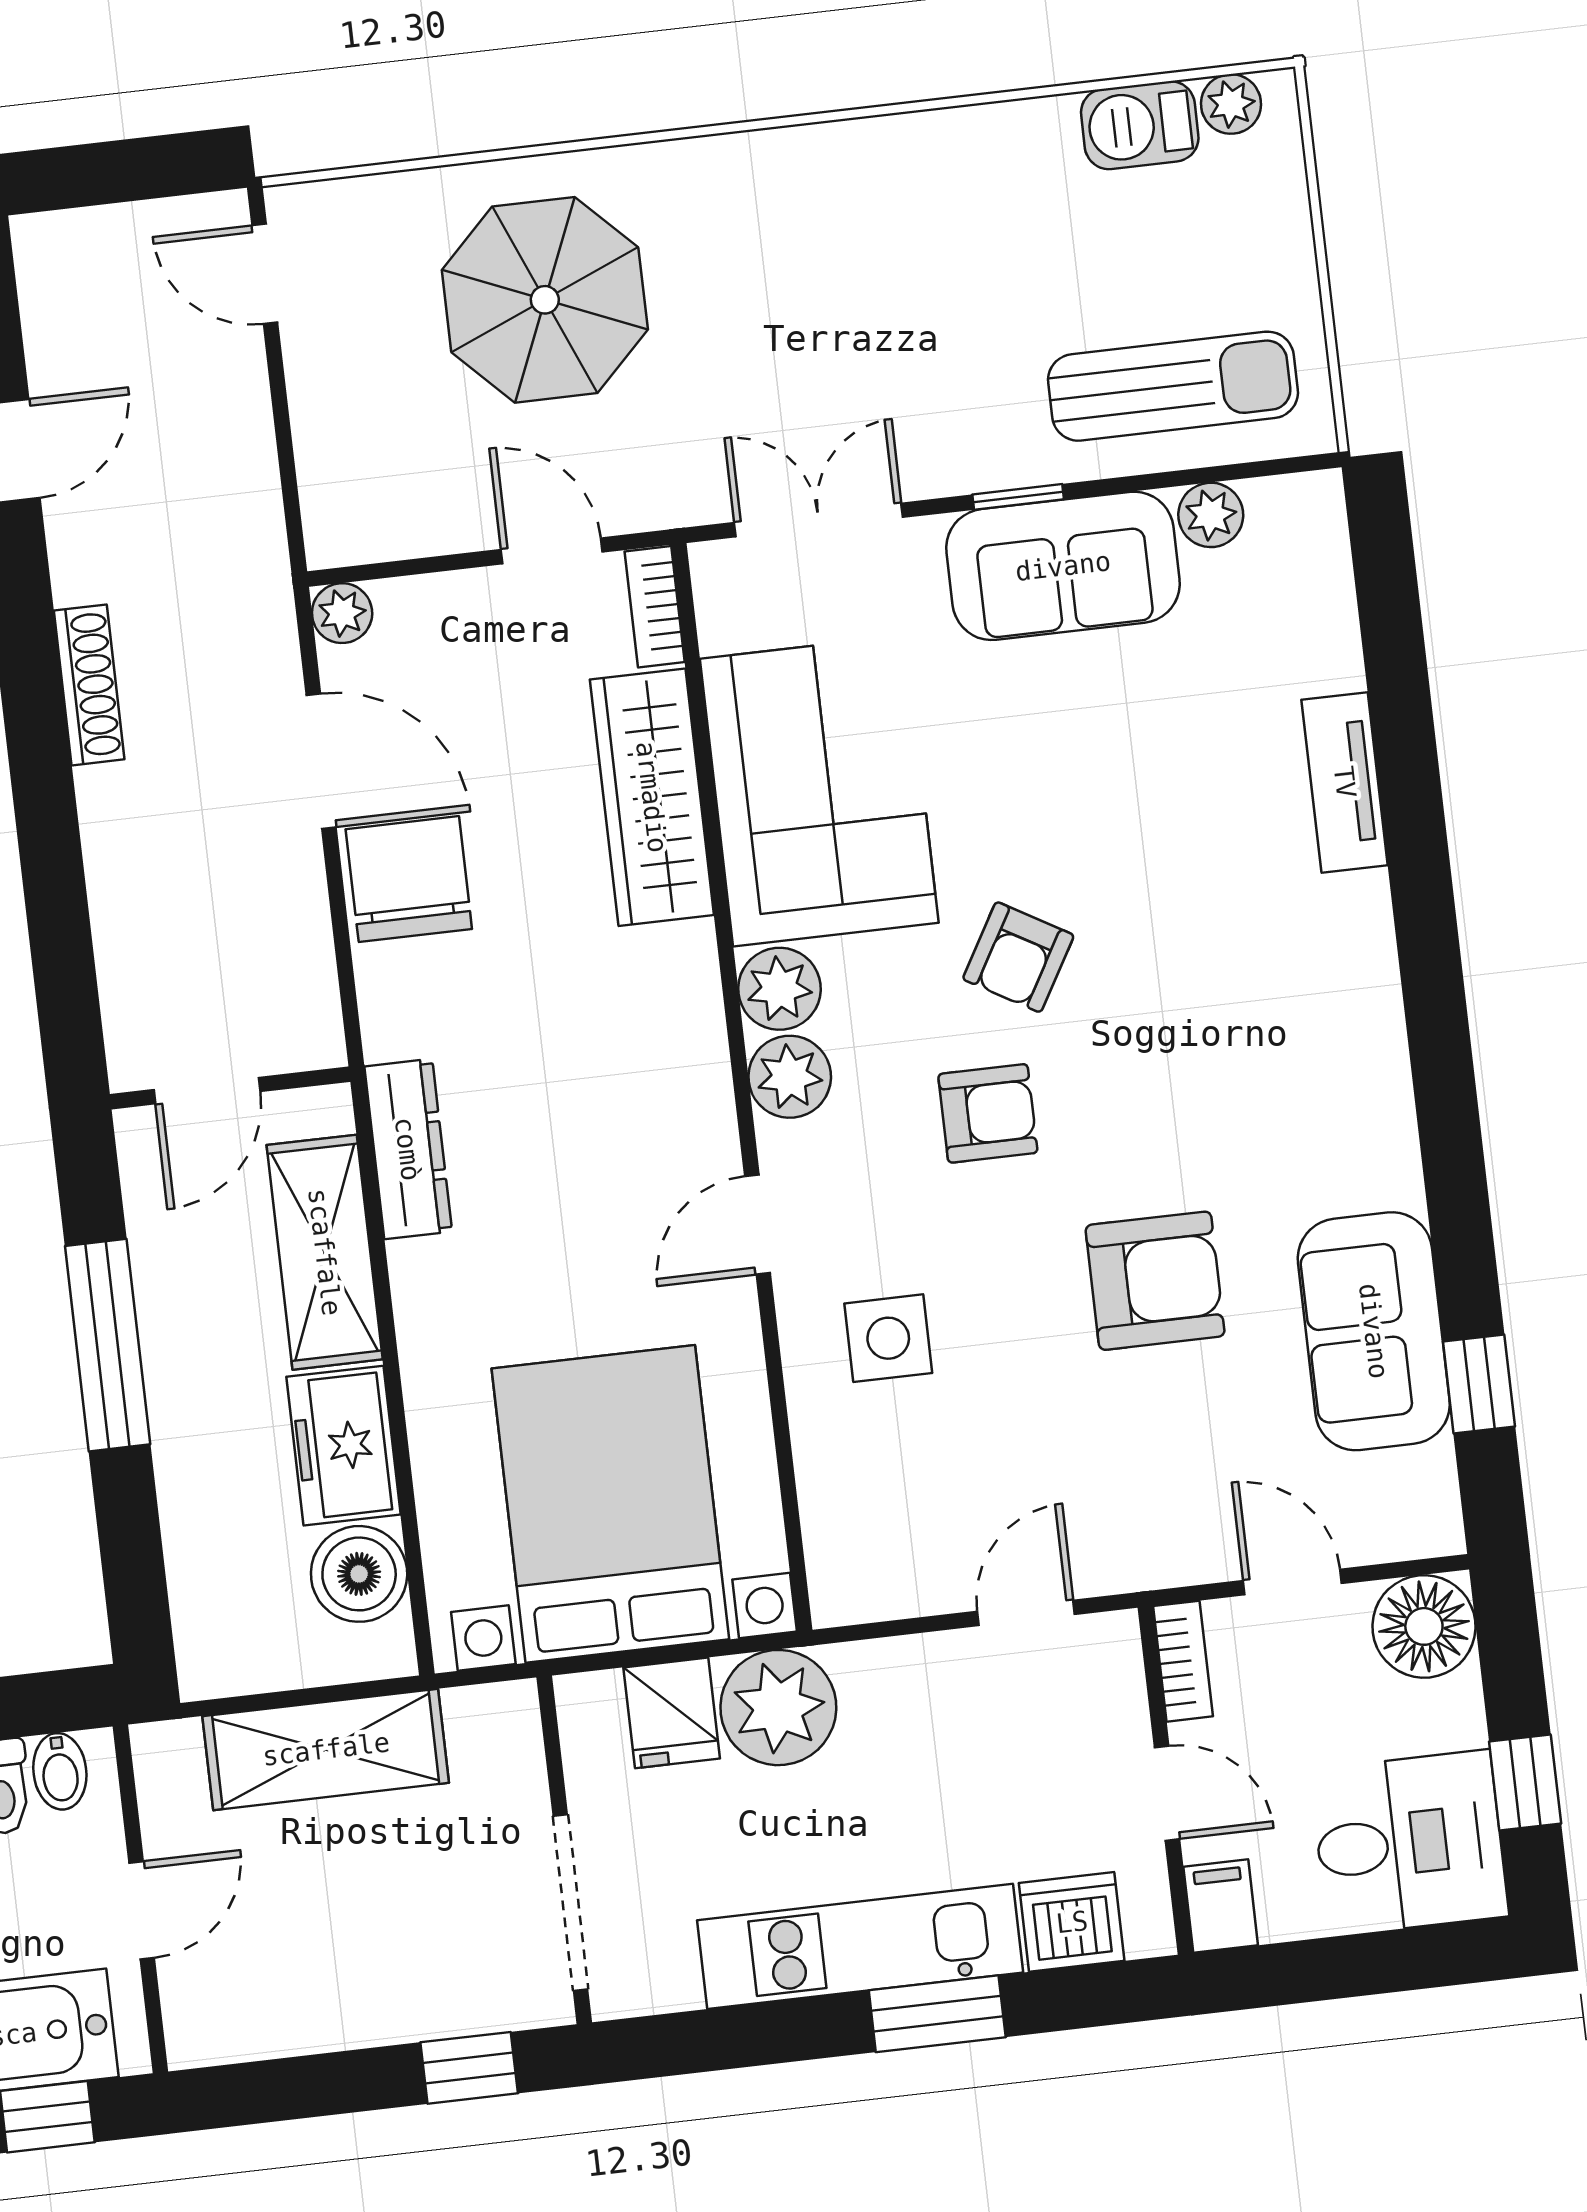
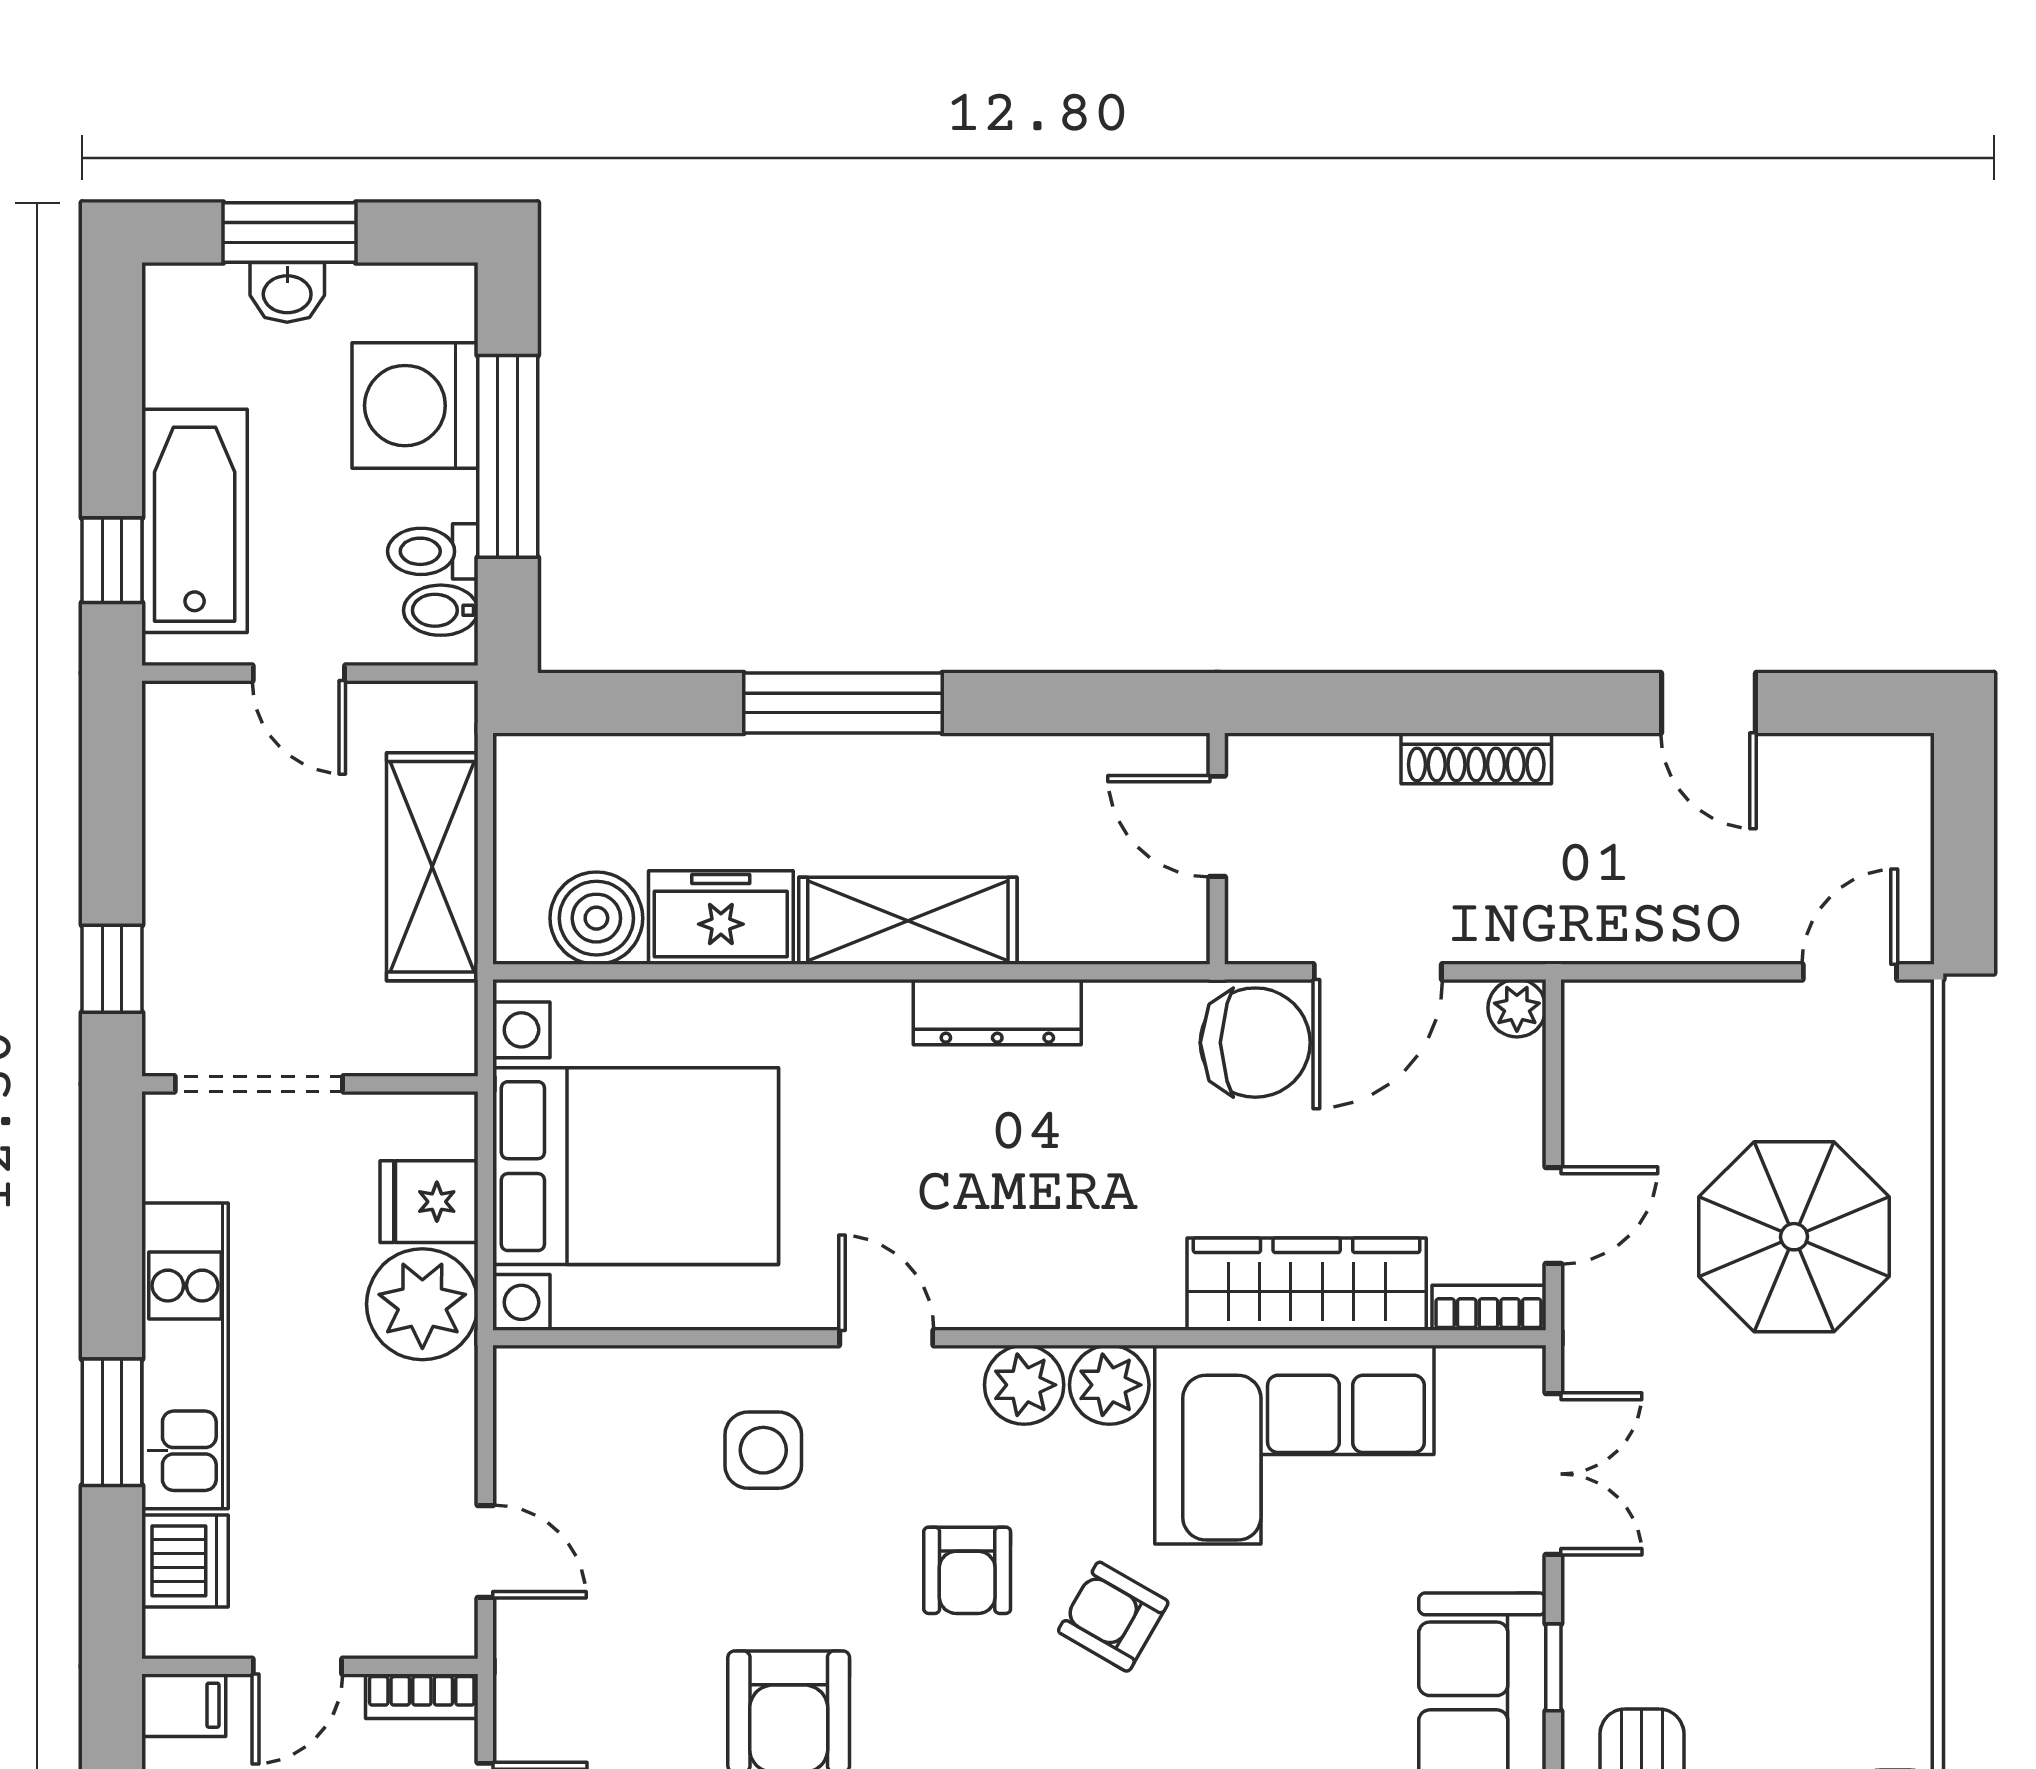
wall: (230, 1088) -> (1217, 849), moved
door: (207, 1091) -> (1217, 826), moved

